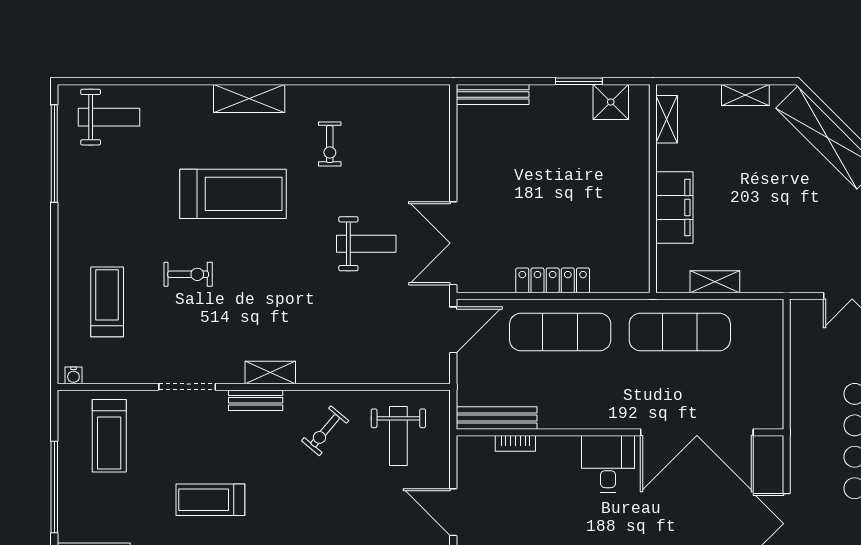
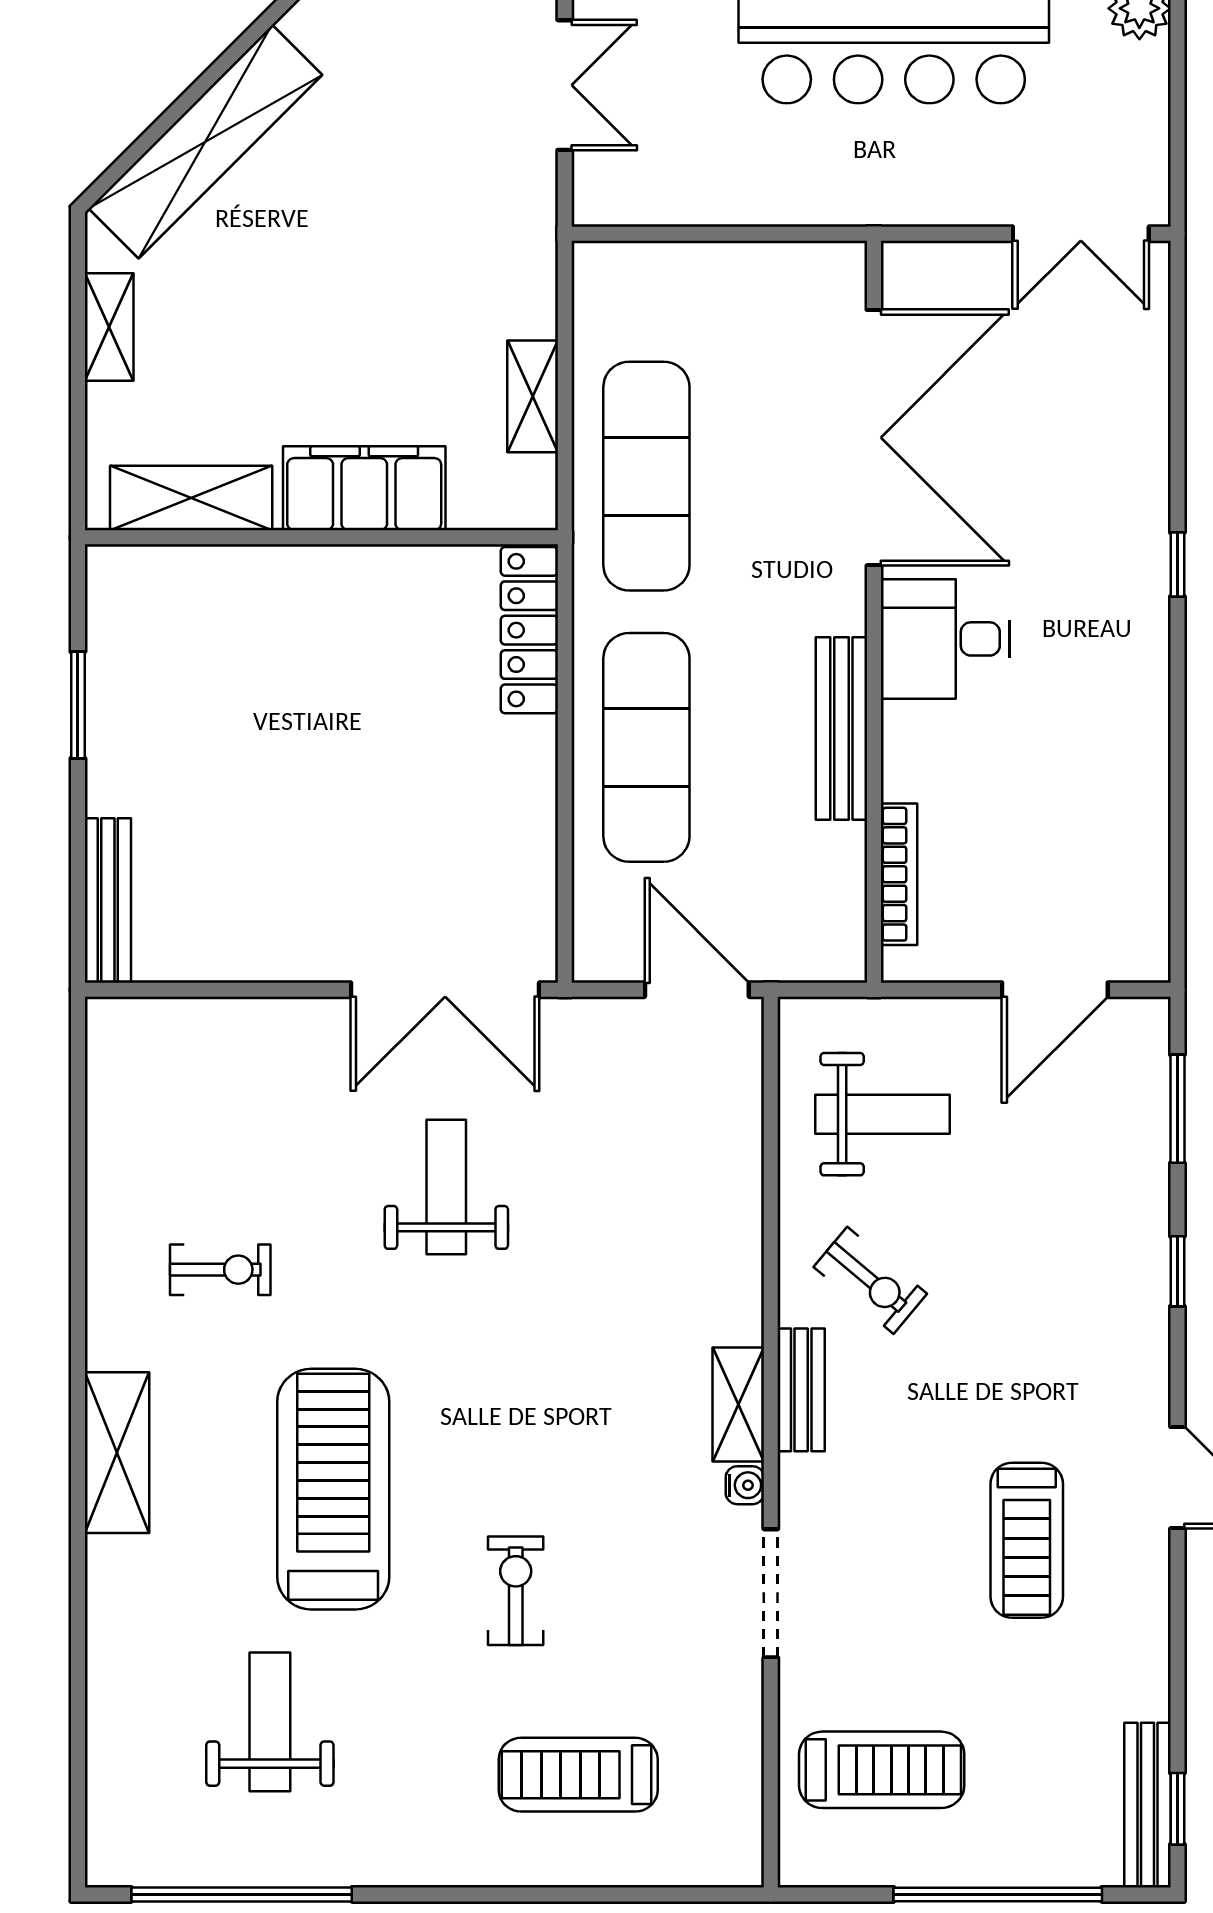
shower: (611, 102) -> (125, 633), removed
weight bench: (109, 117) -> (270, 1722), moved
shelving: (667, 119) -> (191, 498), width x1.50, depth x1.33
locker: (553, 280) -> (529, 630), moved
door: (453, 330) -> (697, 990), moved
water cooler: (73, 375) -> (745, 1485), moved
bench: (256, 400) -> (801, 1390), moved
bench: (497, 418) -> (841, 729), moved
bookcase: (515, 443) -> (899, 874), width x1.56

